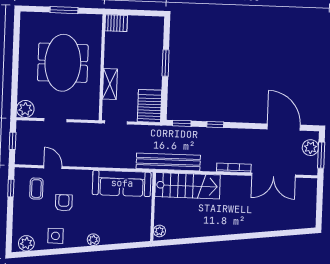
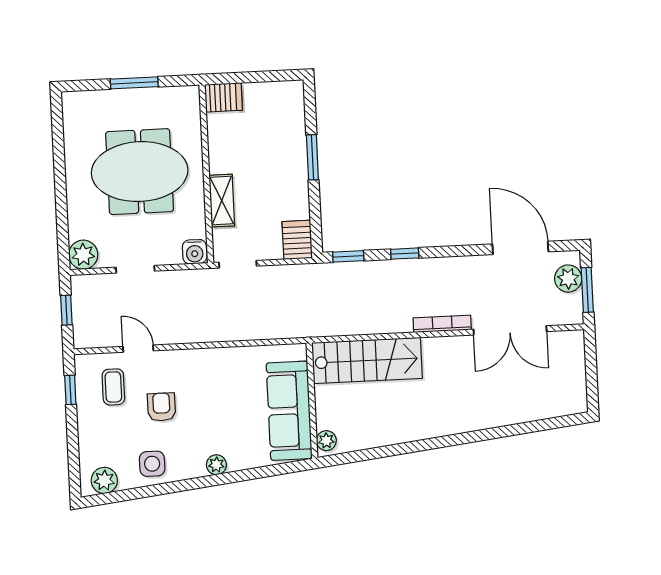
meeting table: (63, 63) -> (140, 172), turned 90
server rack: (150, 106) -> (297, 240), width x0.73, depth x0.70
water cooler: (91, 113) -> (195, 252), added
bench: (168, 162) -> (331, 323), removed
sofa: (122, 183) -> (289, 411), moved, turned 90

